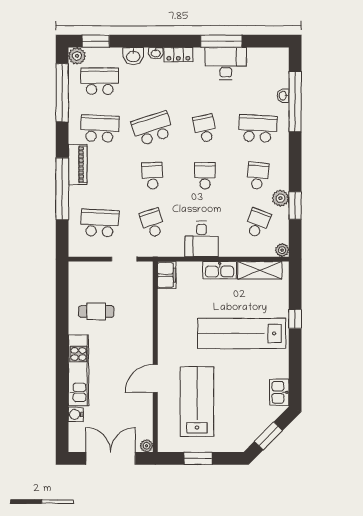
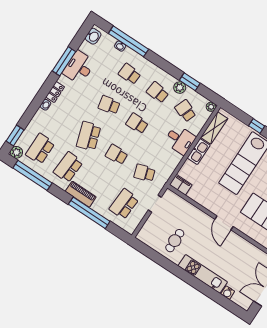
washbasin: (133, 56) -> (93, 36), moved
school desk: (258, 128) -> (130, 74), width x0.54
desk: (201, 239) -> (180, 140), moved
door: (155, 378) -> (224, 223), moved

